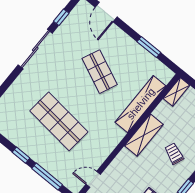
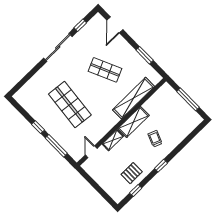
shop shelf: (100, 72) -> (105, 70), turned -48
shelving: (176, 92) -> (113, 140), moved
door: (93, 179) -> (91, 152), hinge flipped

